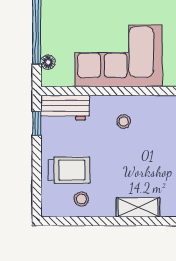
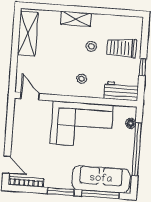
window: (37, 123) -> (143, 67), moved
stool: (81, 199) -> (91, 46), moved

